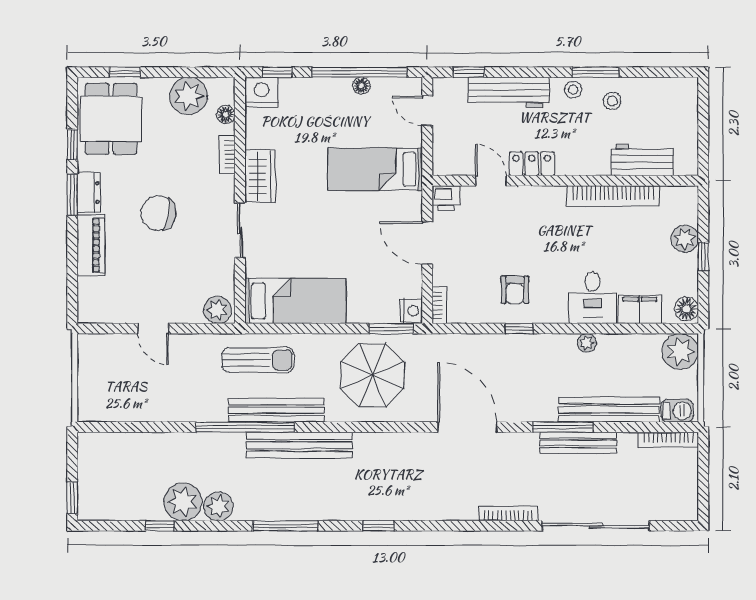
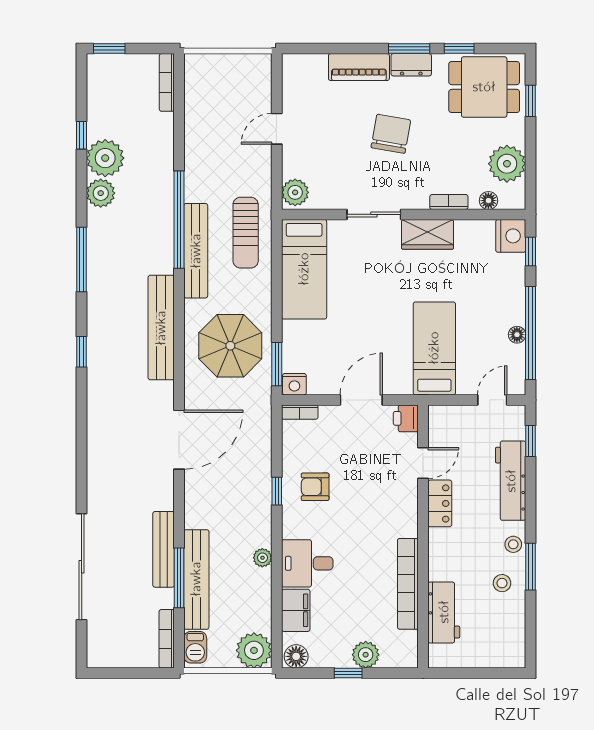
window: (563, 427) -> (179, 578), moved
bench: (299, 445) -> (161, 328), moved
bookcase: (508, 513) -> (167, 82), moved, turned 180

